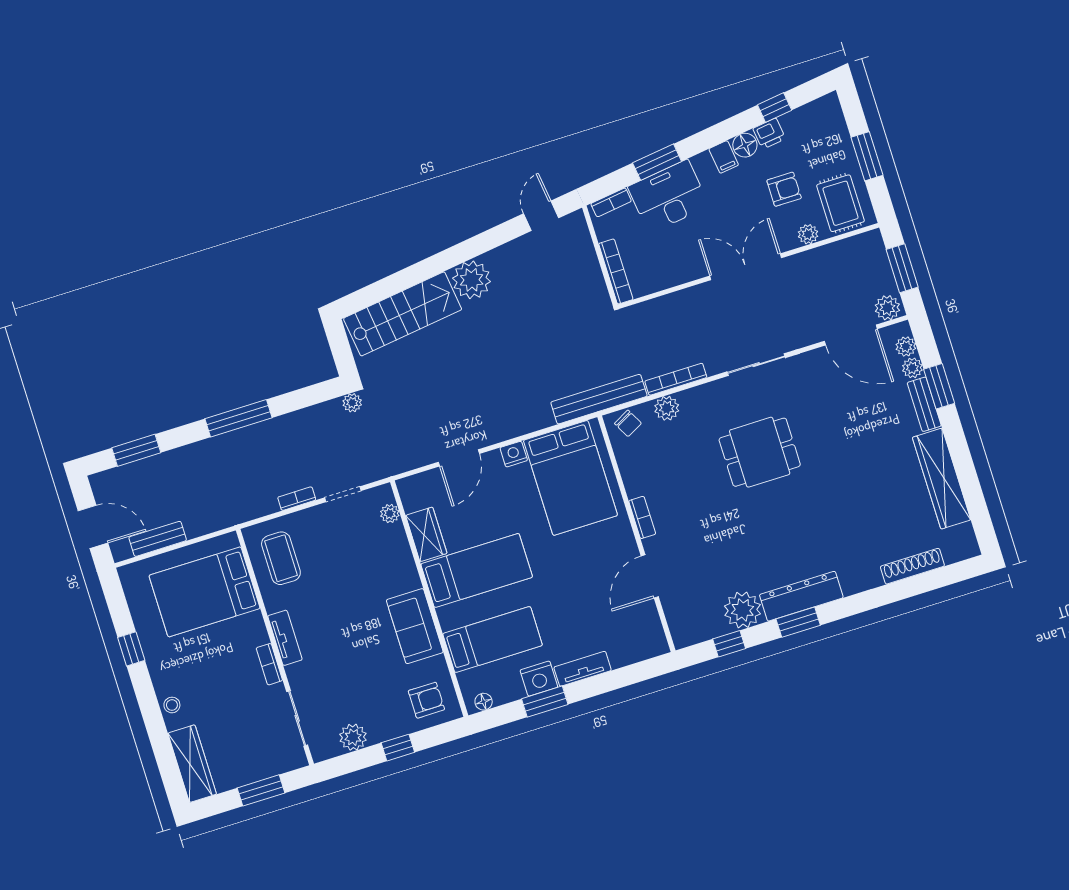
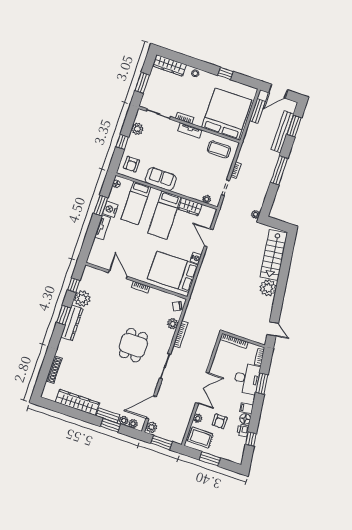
bench: (599, 399) -> (282, 132), moved
bed: (205, 592) -> (227, 114), width x1.36

